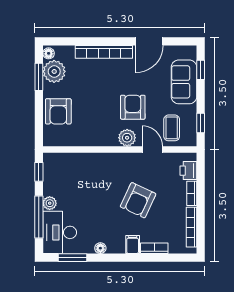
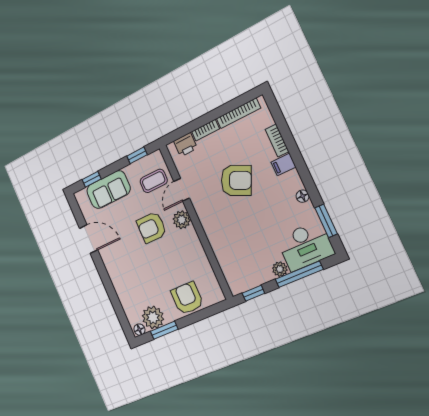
bookcase: (104, 52) -> (116, 277), removed
armchair: (58, 111) -> (187, 298), turned -90

